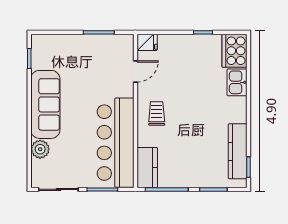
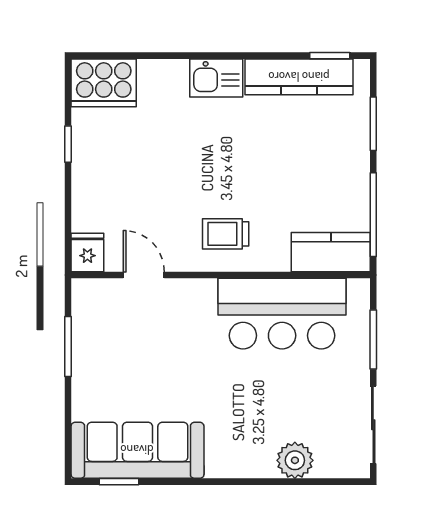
kitchen sink: (237, 82) -> (216, 78), moved
sofa: (45, 104) -> (137, 450), moved
bar counter: (116, 143) -> (282, 314), width x0.73

